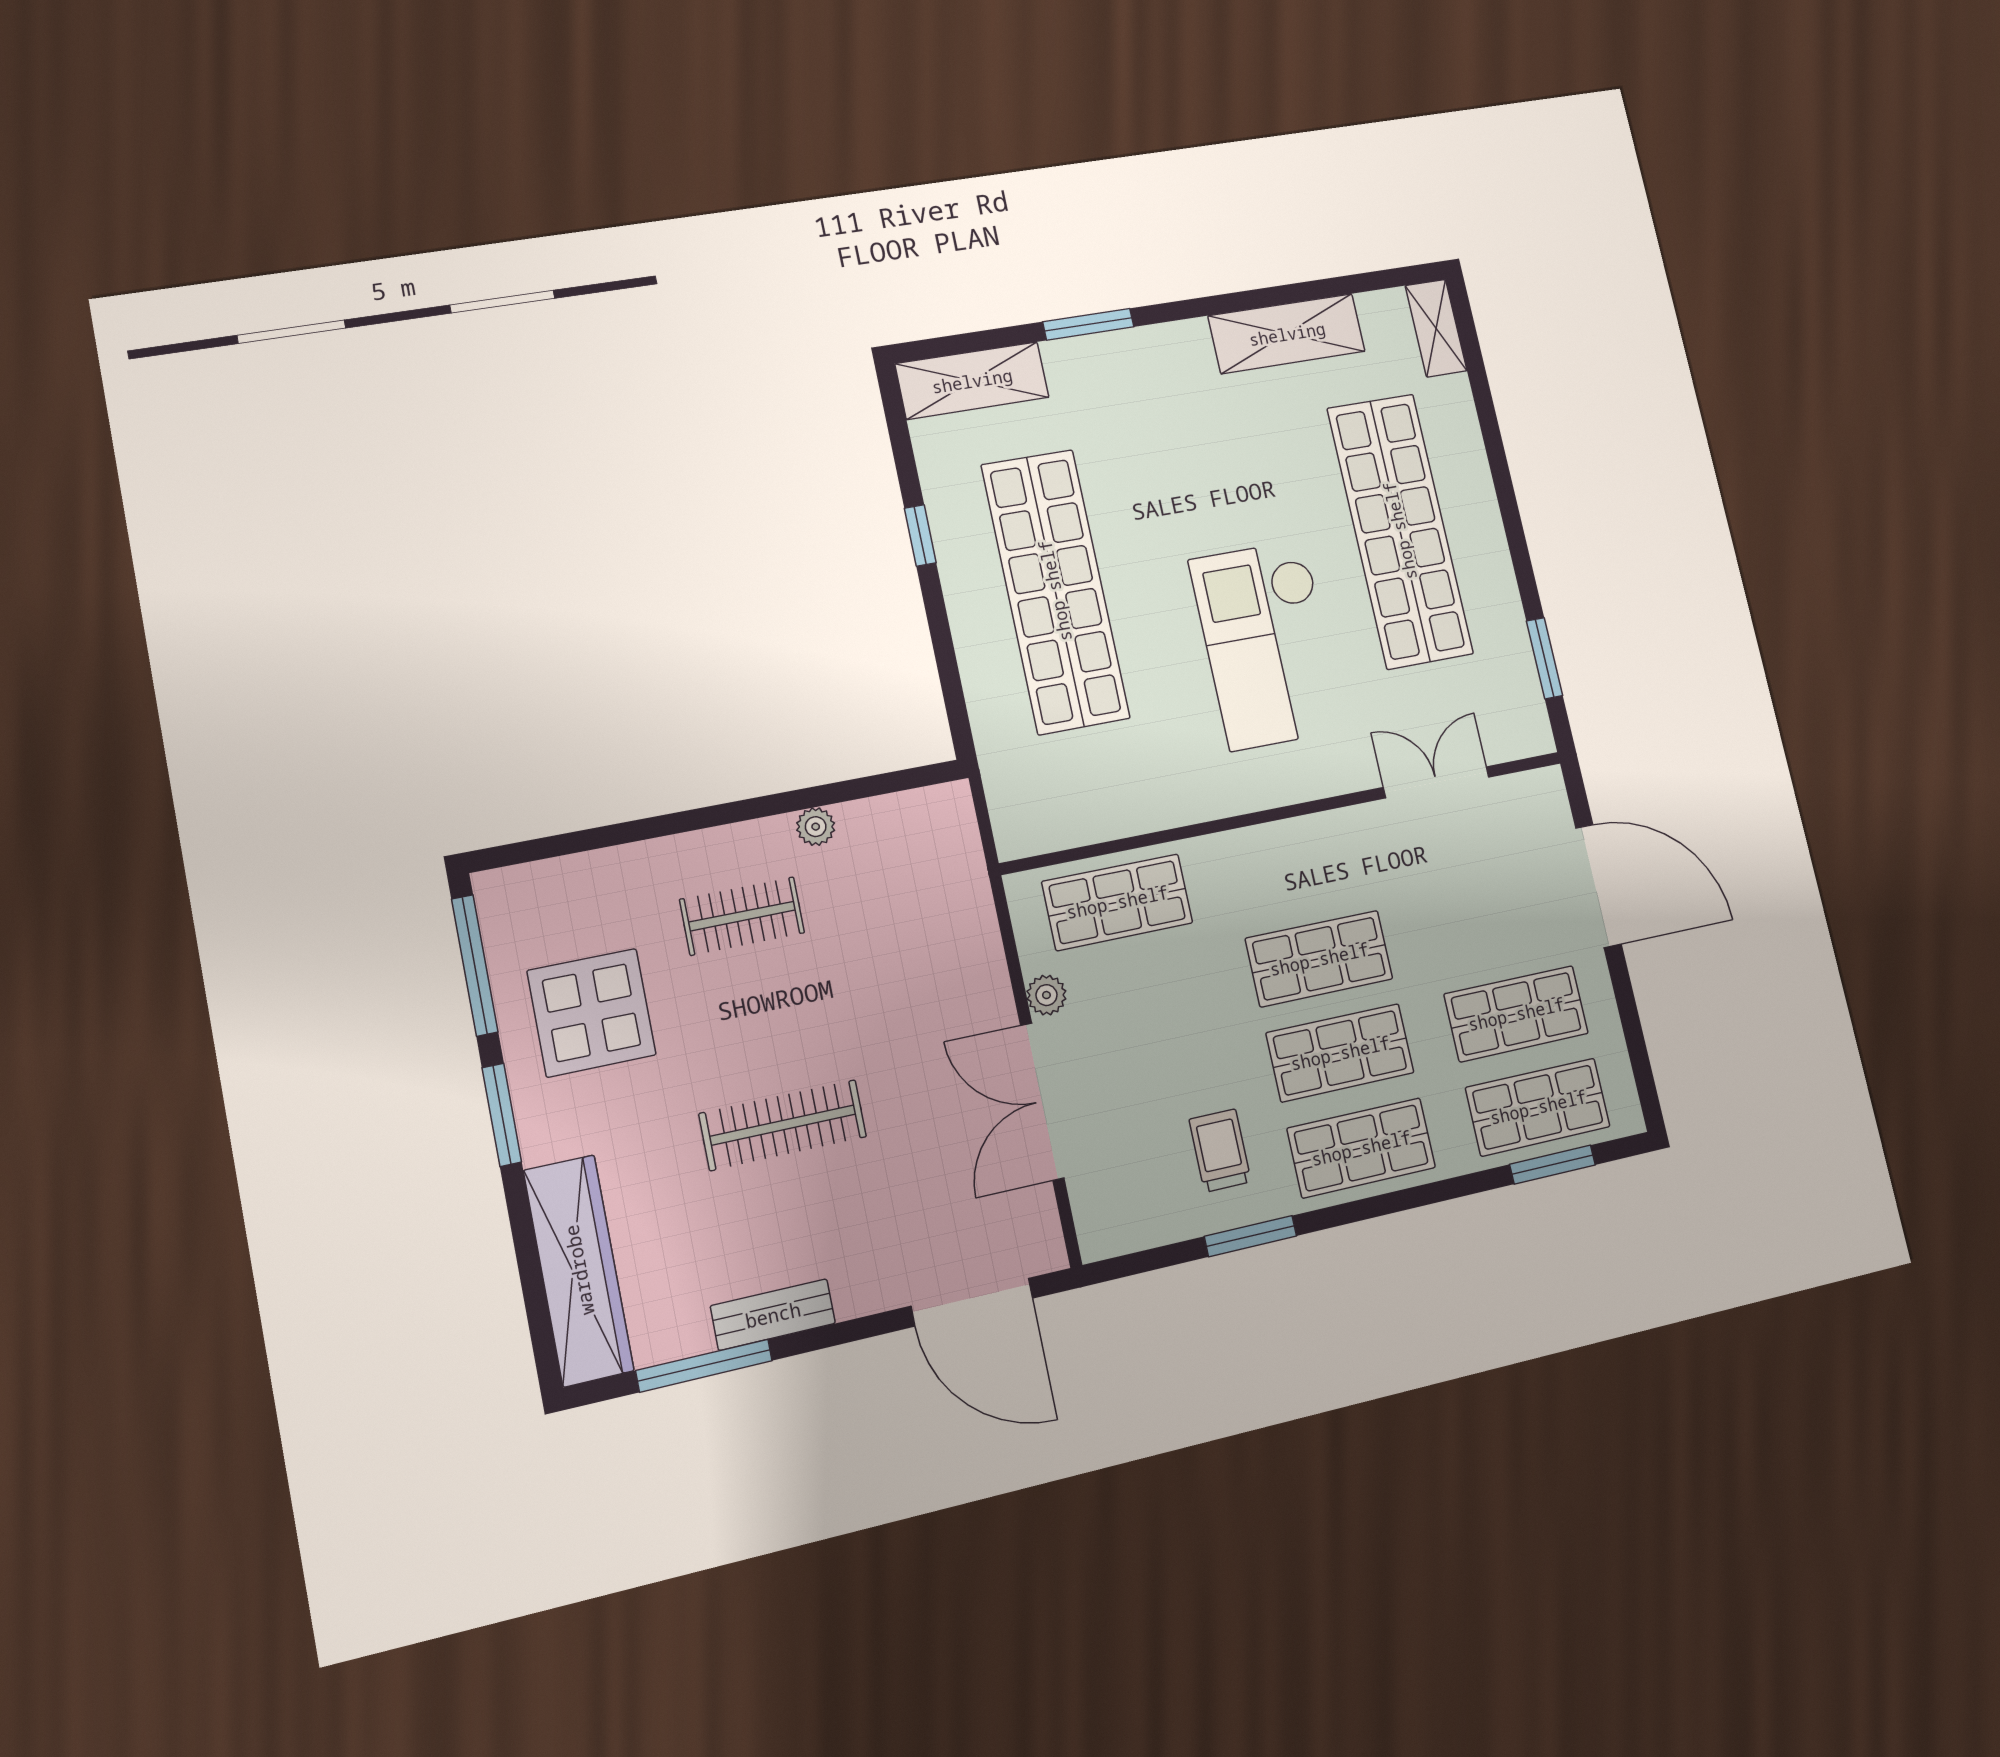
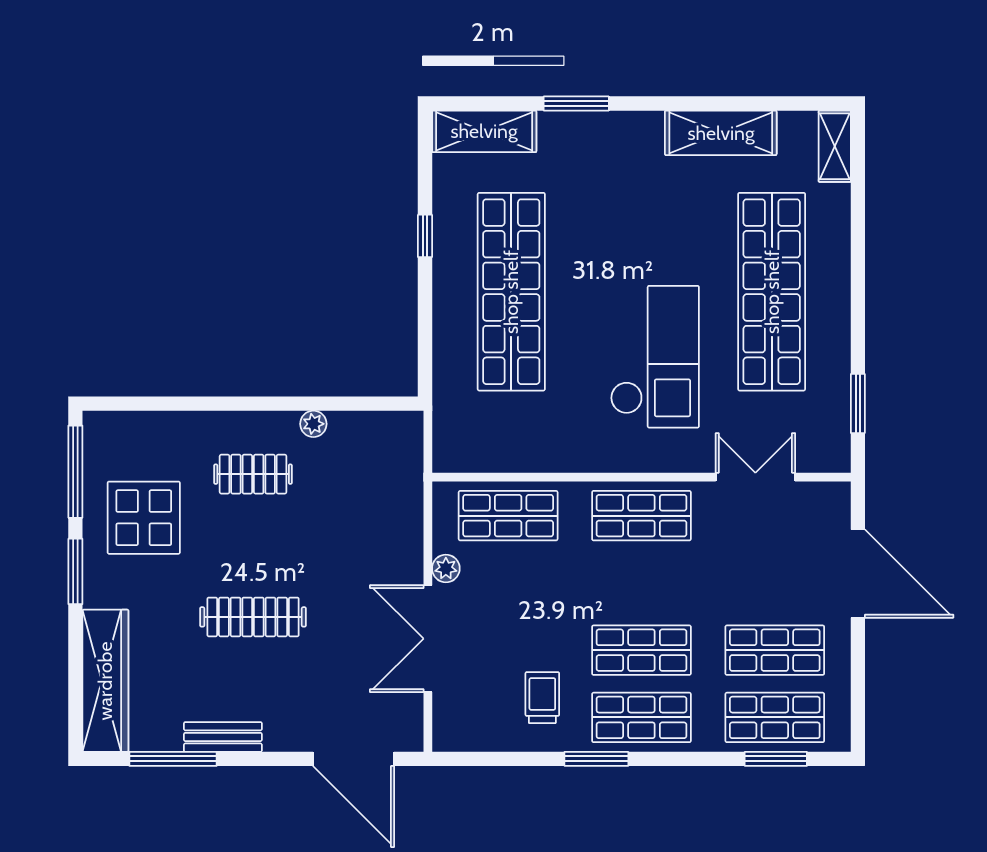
checkout: (1267, 645) -> (655, 357), turned 180
shop shelf: (1319, 959) -> (641, 516), moved
window: (1250, 1236) -> (596, 759), moved

